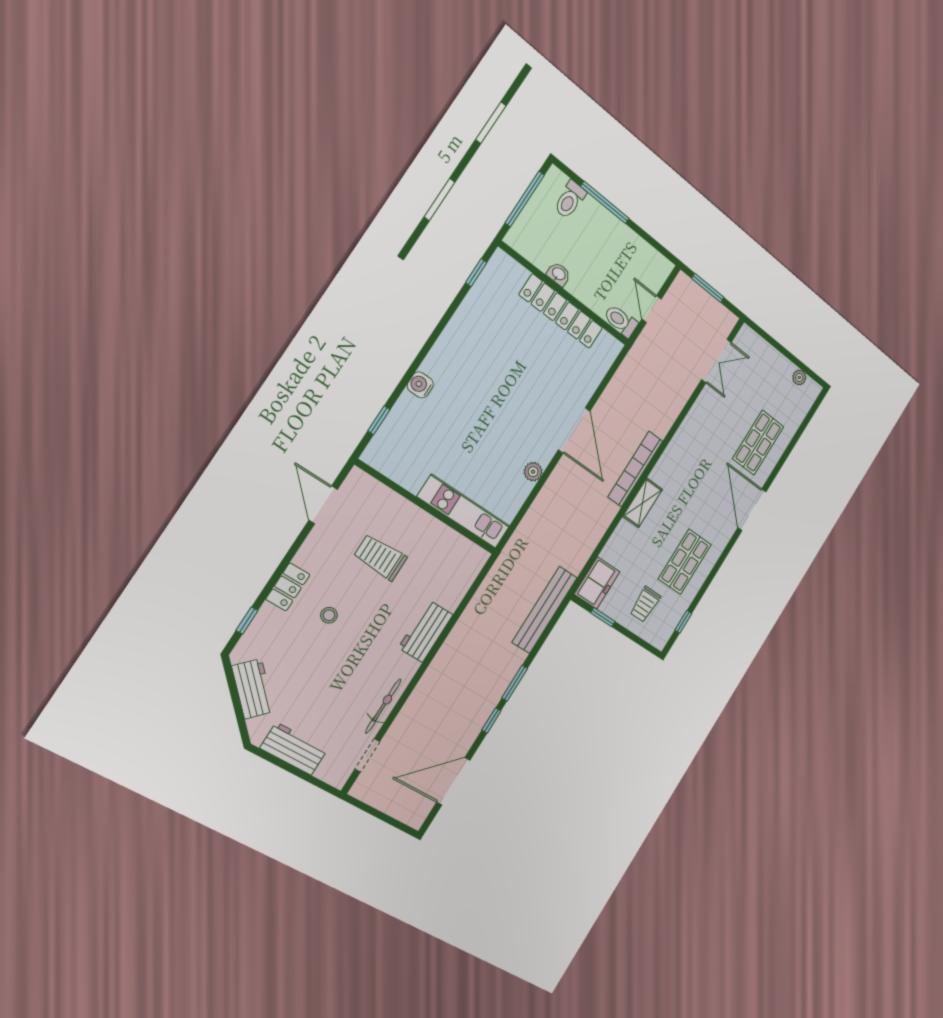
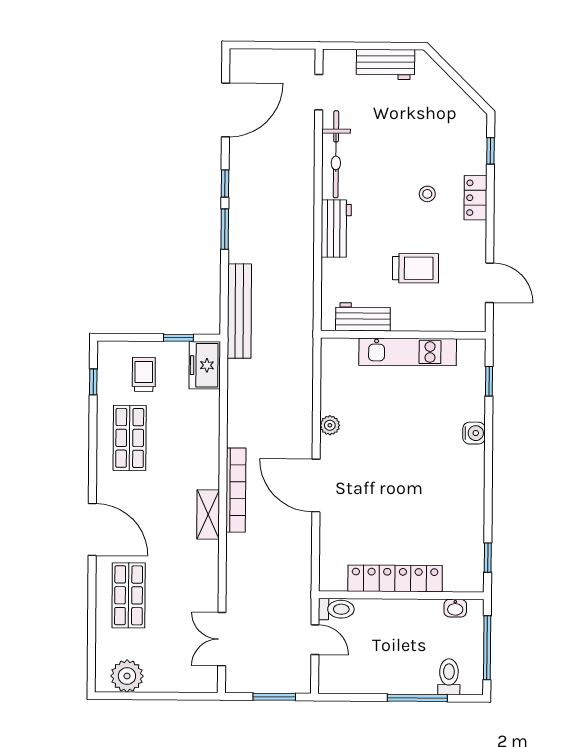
washbasin: (559, 274) -> (455, 608), moved
plant: (799, 377) -> (127, 676), width x1.87, depth x1.87
shelving: (643, 503) -> (208, 515), moved
kitchen unit: (464, 511) -> (408, 352), moved
workbench: (253, 689) -> (363, 317), moved, turned 135
bicycle: (383, 706) -> (336, 154), width x1.37, depth x1.40

